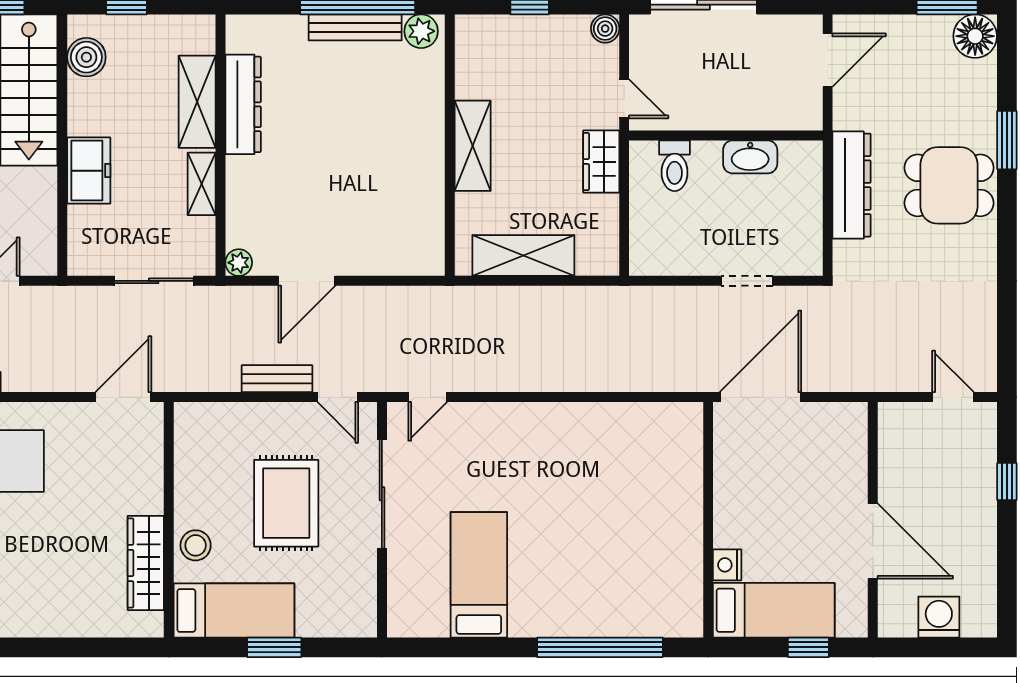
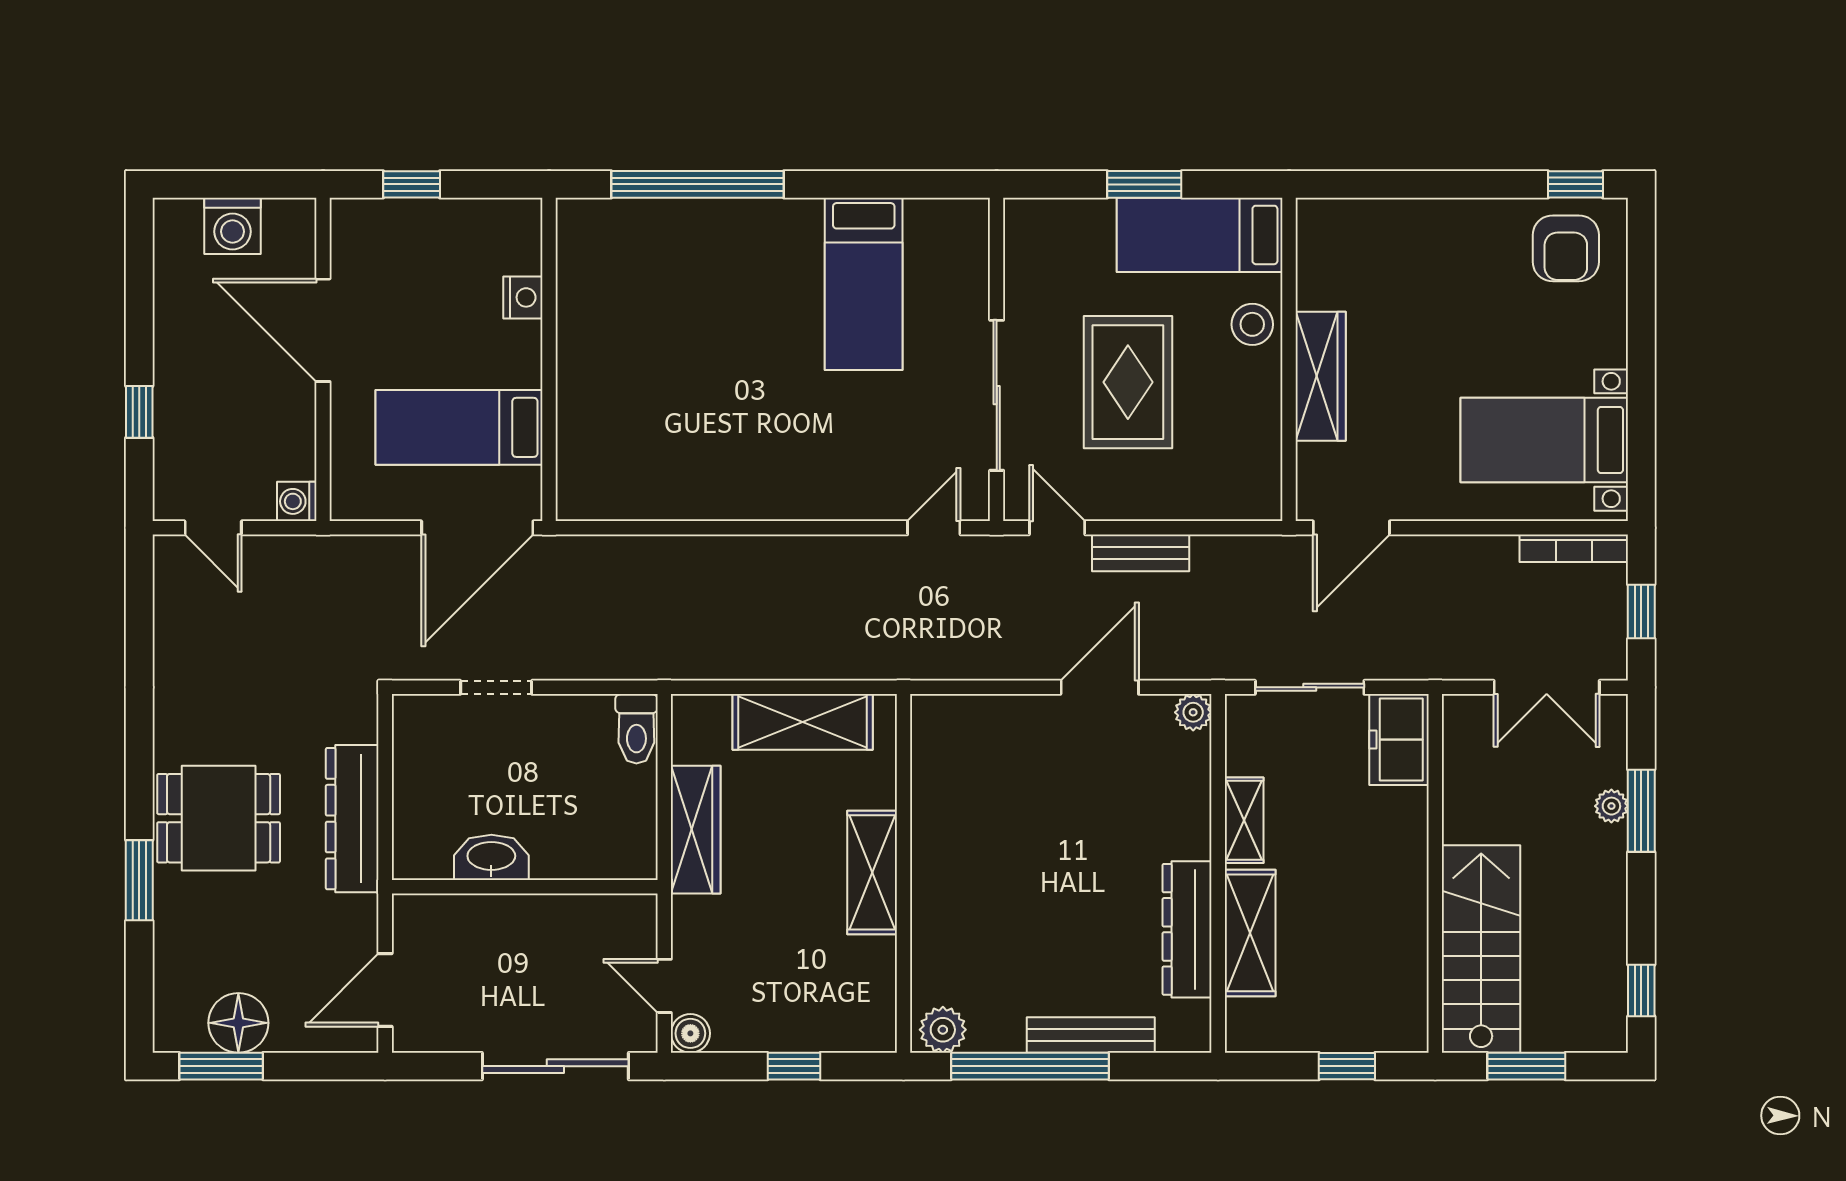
bench: (355, 27) -> (1091, 1035), moved
floor lamp: (975, 36) -> (238, 1023), moved
boiler: (86, 57) -> (1402, 994), removed
door: (624, 99) -> (664, 986), moved
wardrobe: (601, 162) -> (696, 830), width x1.50
toilet: (675, 166) -> (636, 729), moved, turned 180
freezer: (89, 171) -> (1399, 740), moved
washing machine: (892, 416) -> (297, 501), added
wardrobe: (146, 563) -> (1321, 376), moved
bed: (774, 610) -> (459, 427), moved

